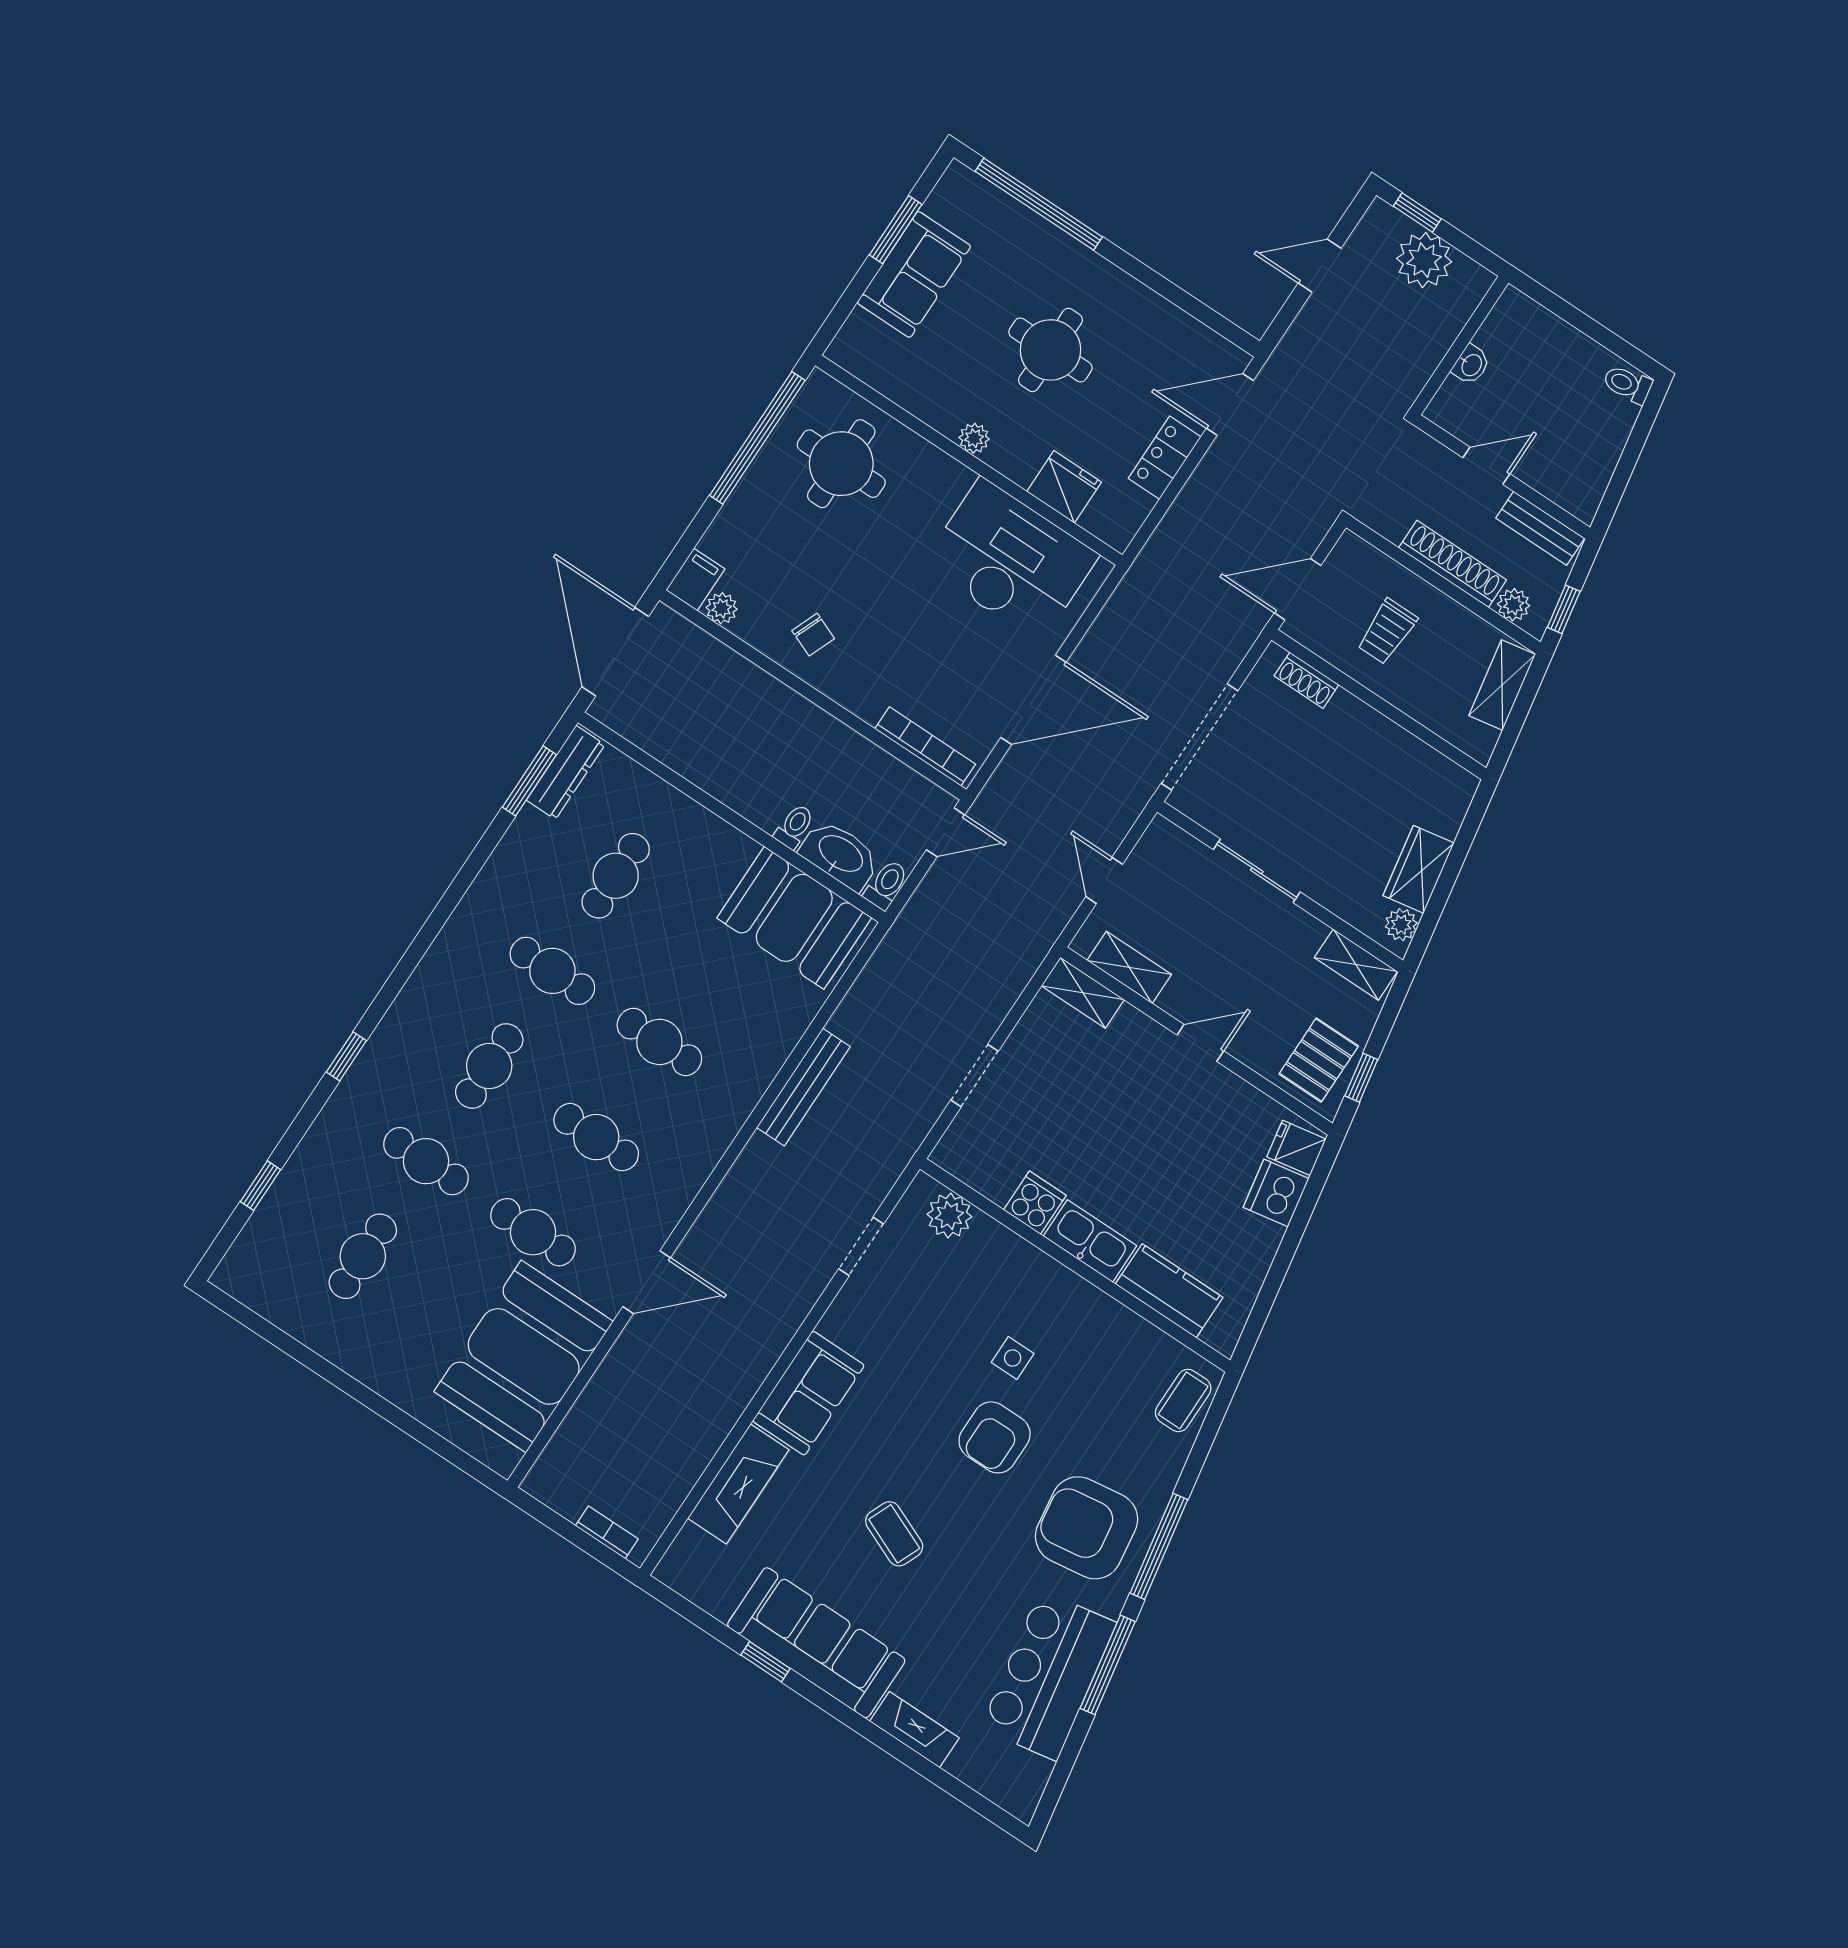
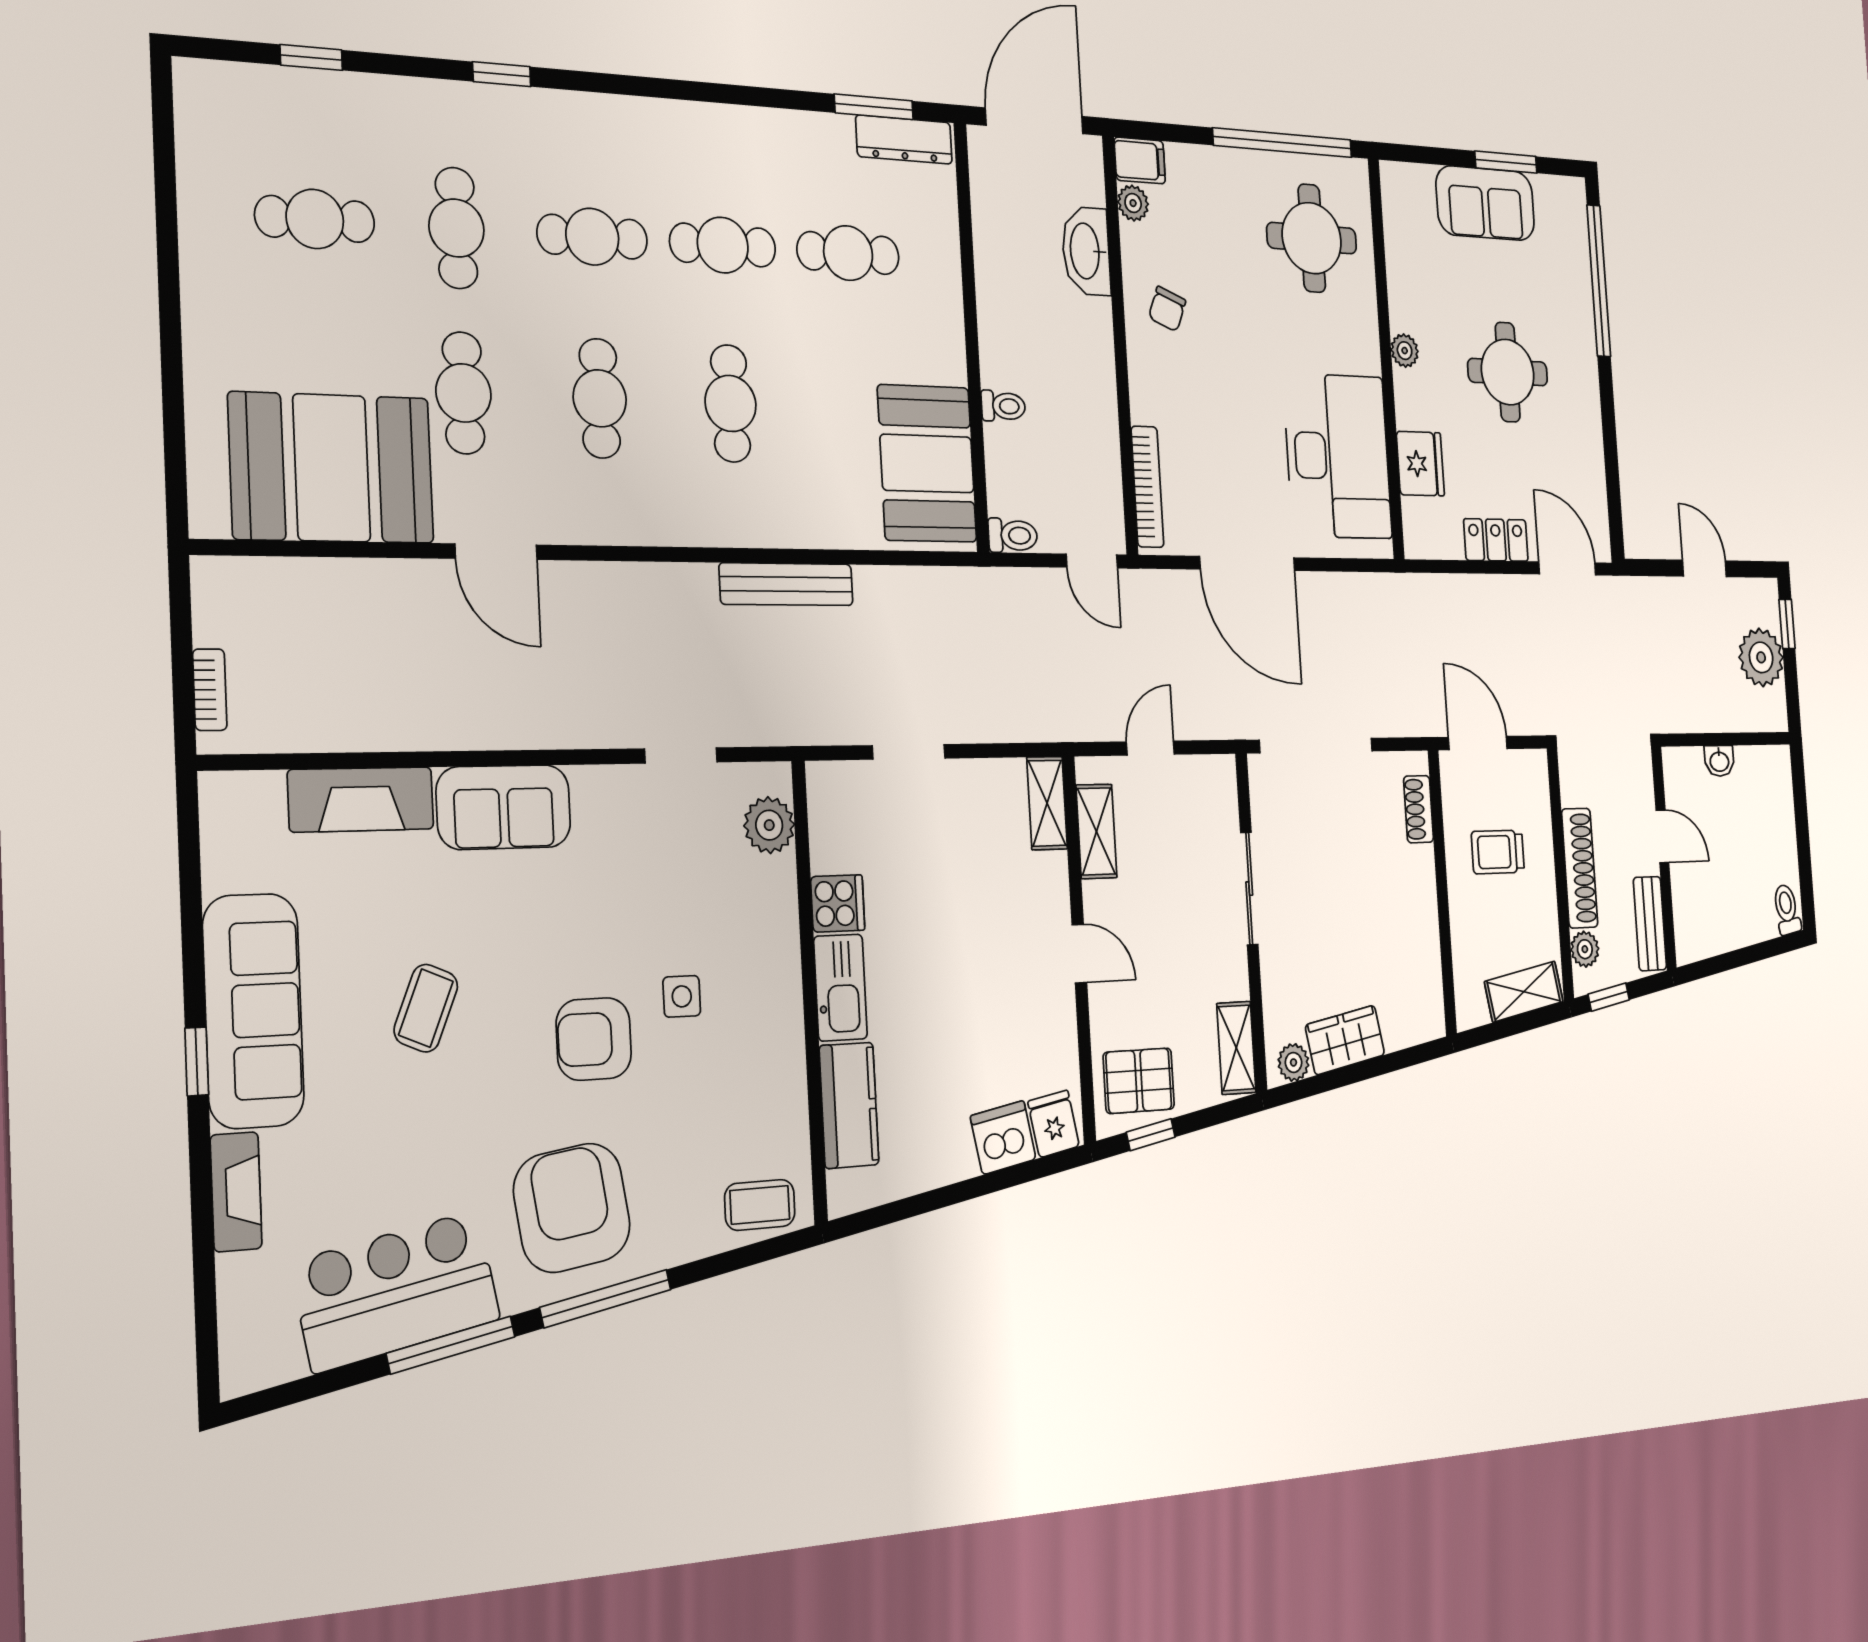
washbasin: (840, 855) -> (1086, 251), moved, turned 180
cafe table: (552, 971) -> (723, 245), turned 90
window: (766, 1662) -> (197, 1061), moved

